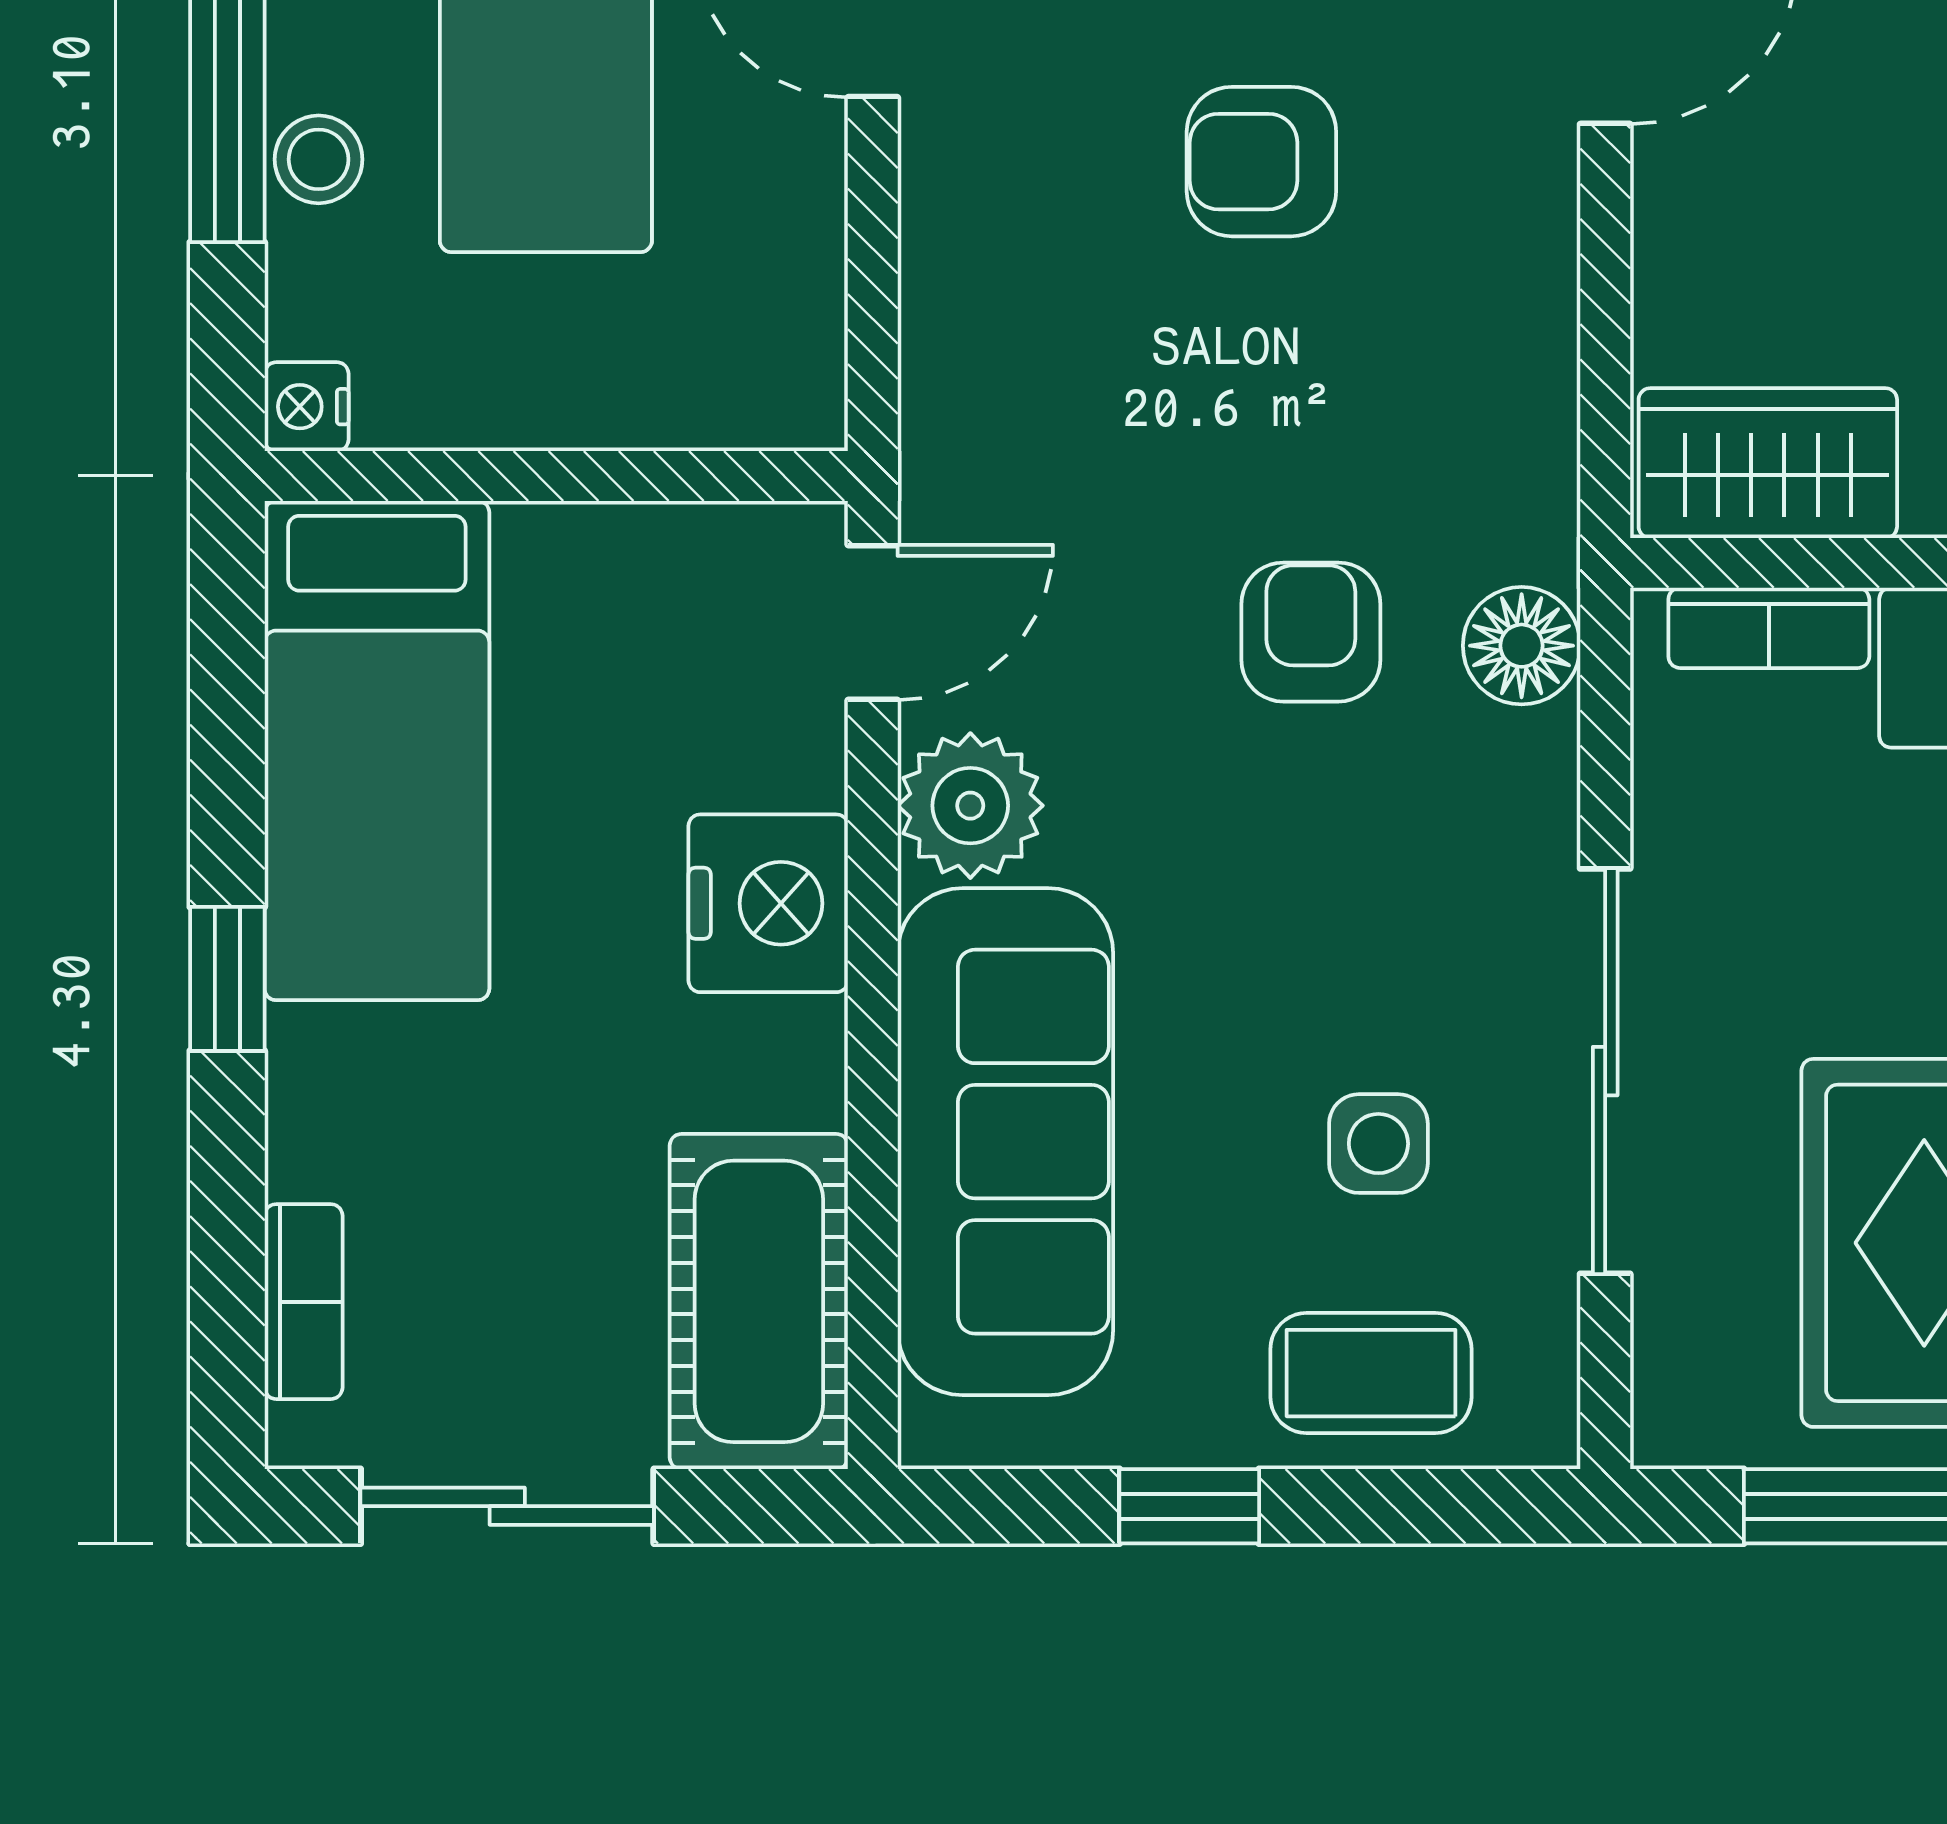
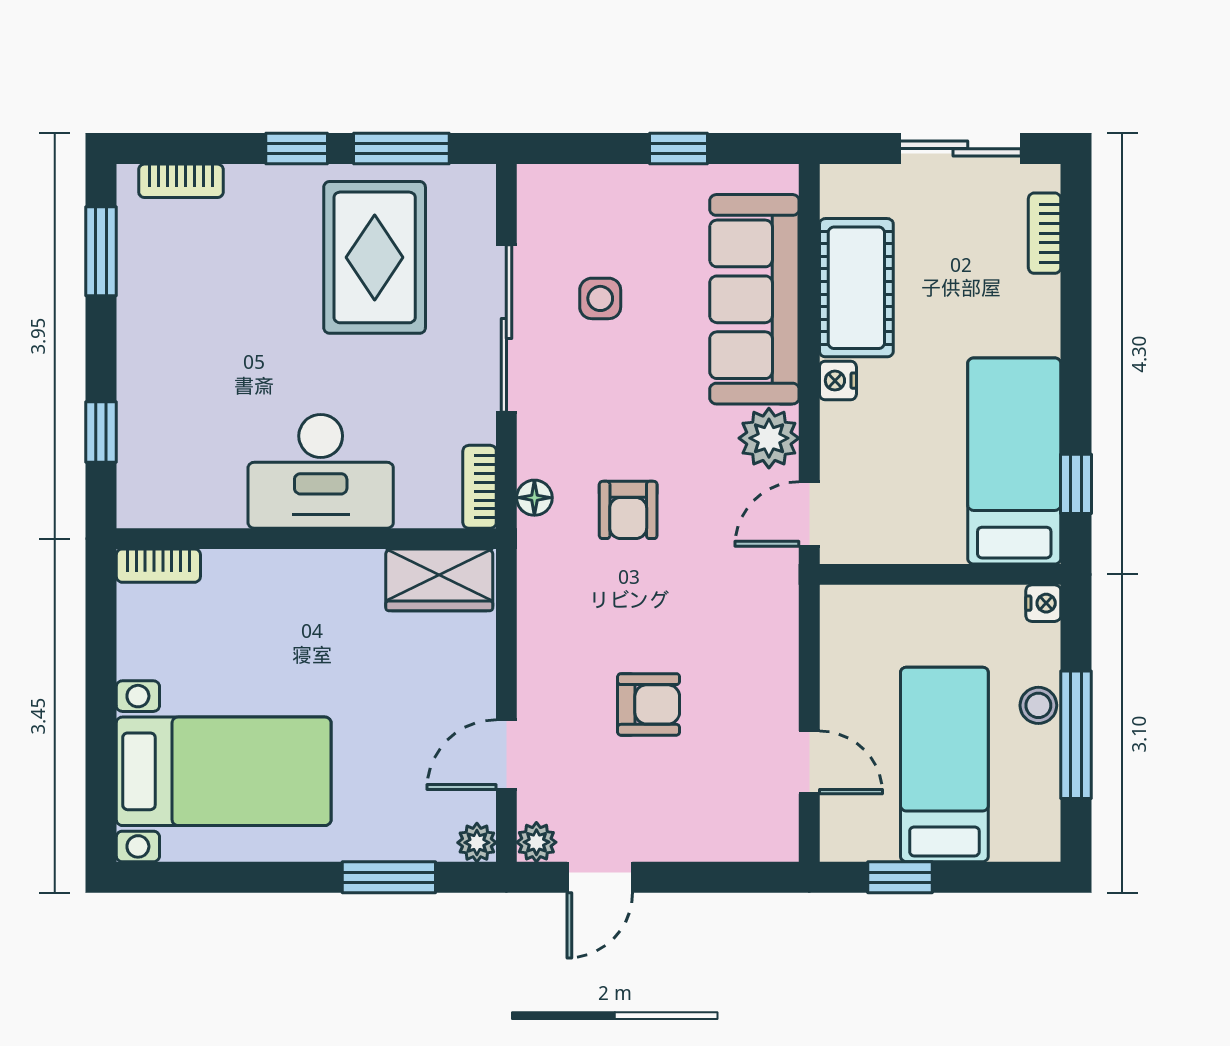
bookcase: (1769, 628) -> (480, 487), moved, turned -90
floor lamp: (1522, 646) -> (534, 498), width x0.73, depth x0.73
nightstand: (768, 903) -> (838, 381), width x0.53, depth x0.56
window: (227, 979) -> (1076, 484), moved
cot: (759, 1301) -> (856, 288), moved
coffee table: (1371, 1373) -> (603, 204), removed

